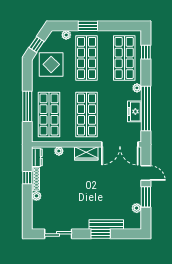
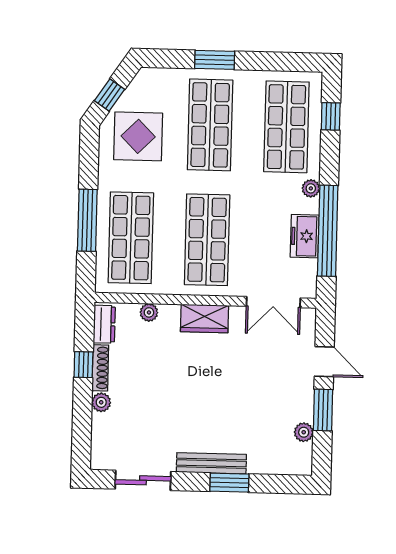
plant: (66, 35) -> (170, 77), removed
double door: (120, 144) -> (273, 302), width x0.73
bench: (106, 225) -> (211, 463), moved

